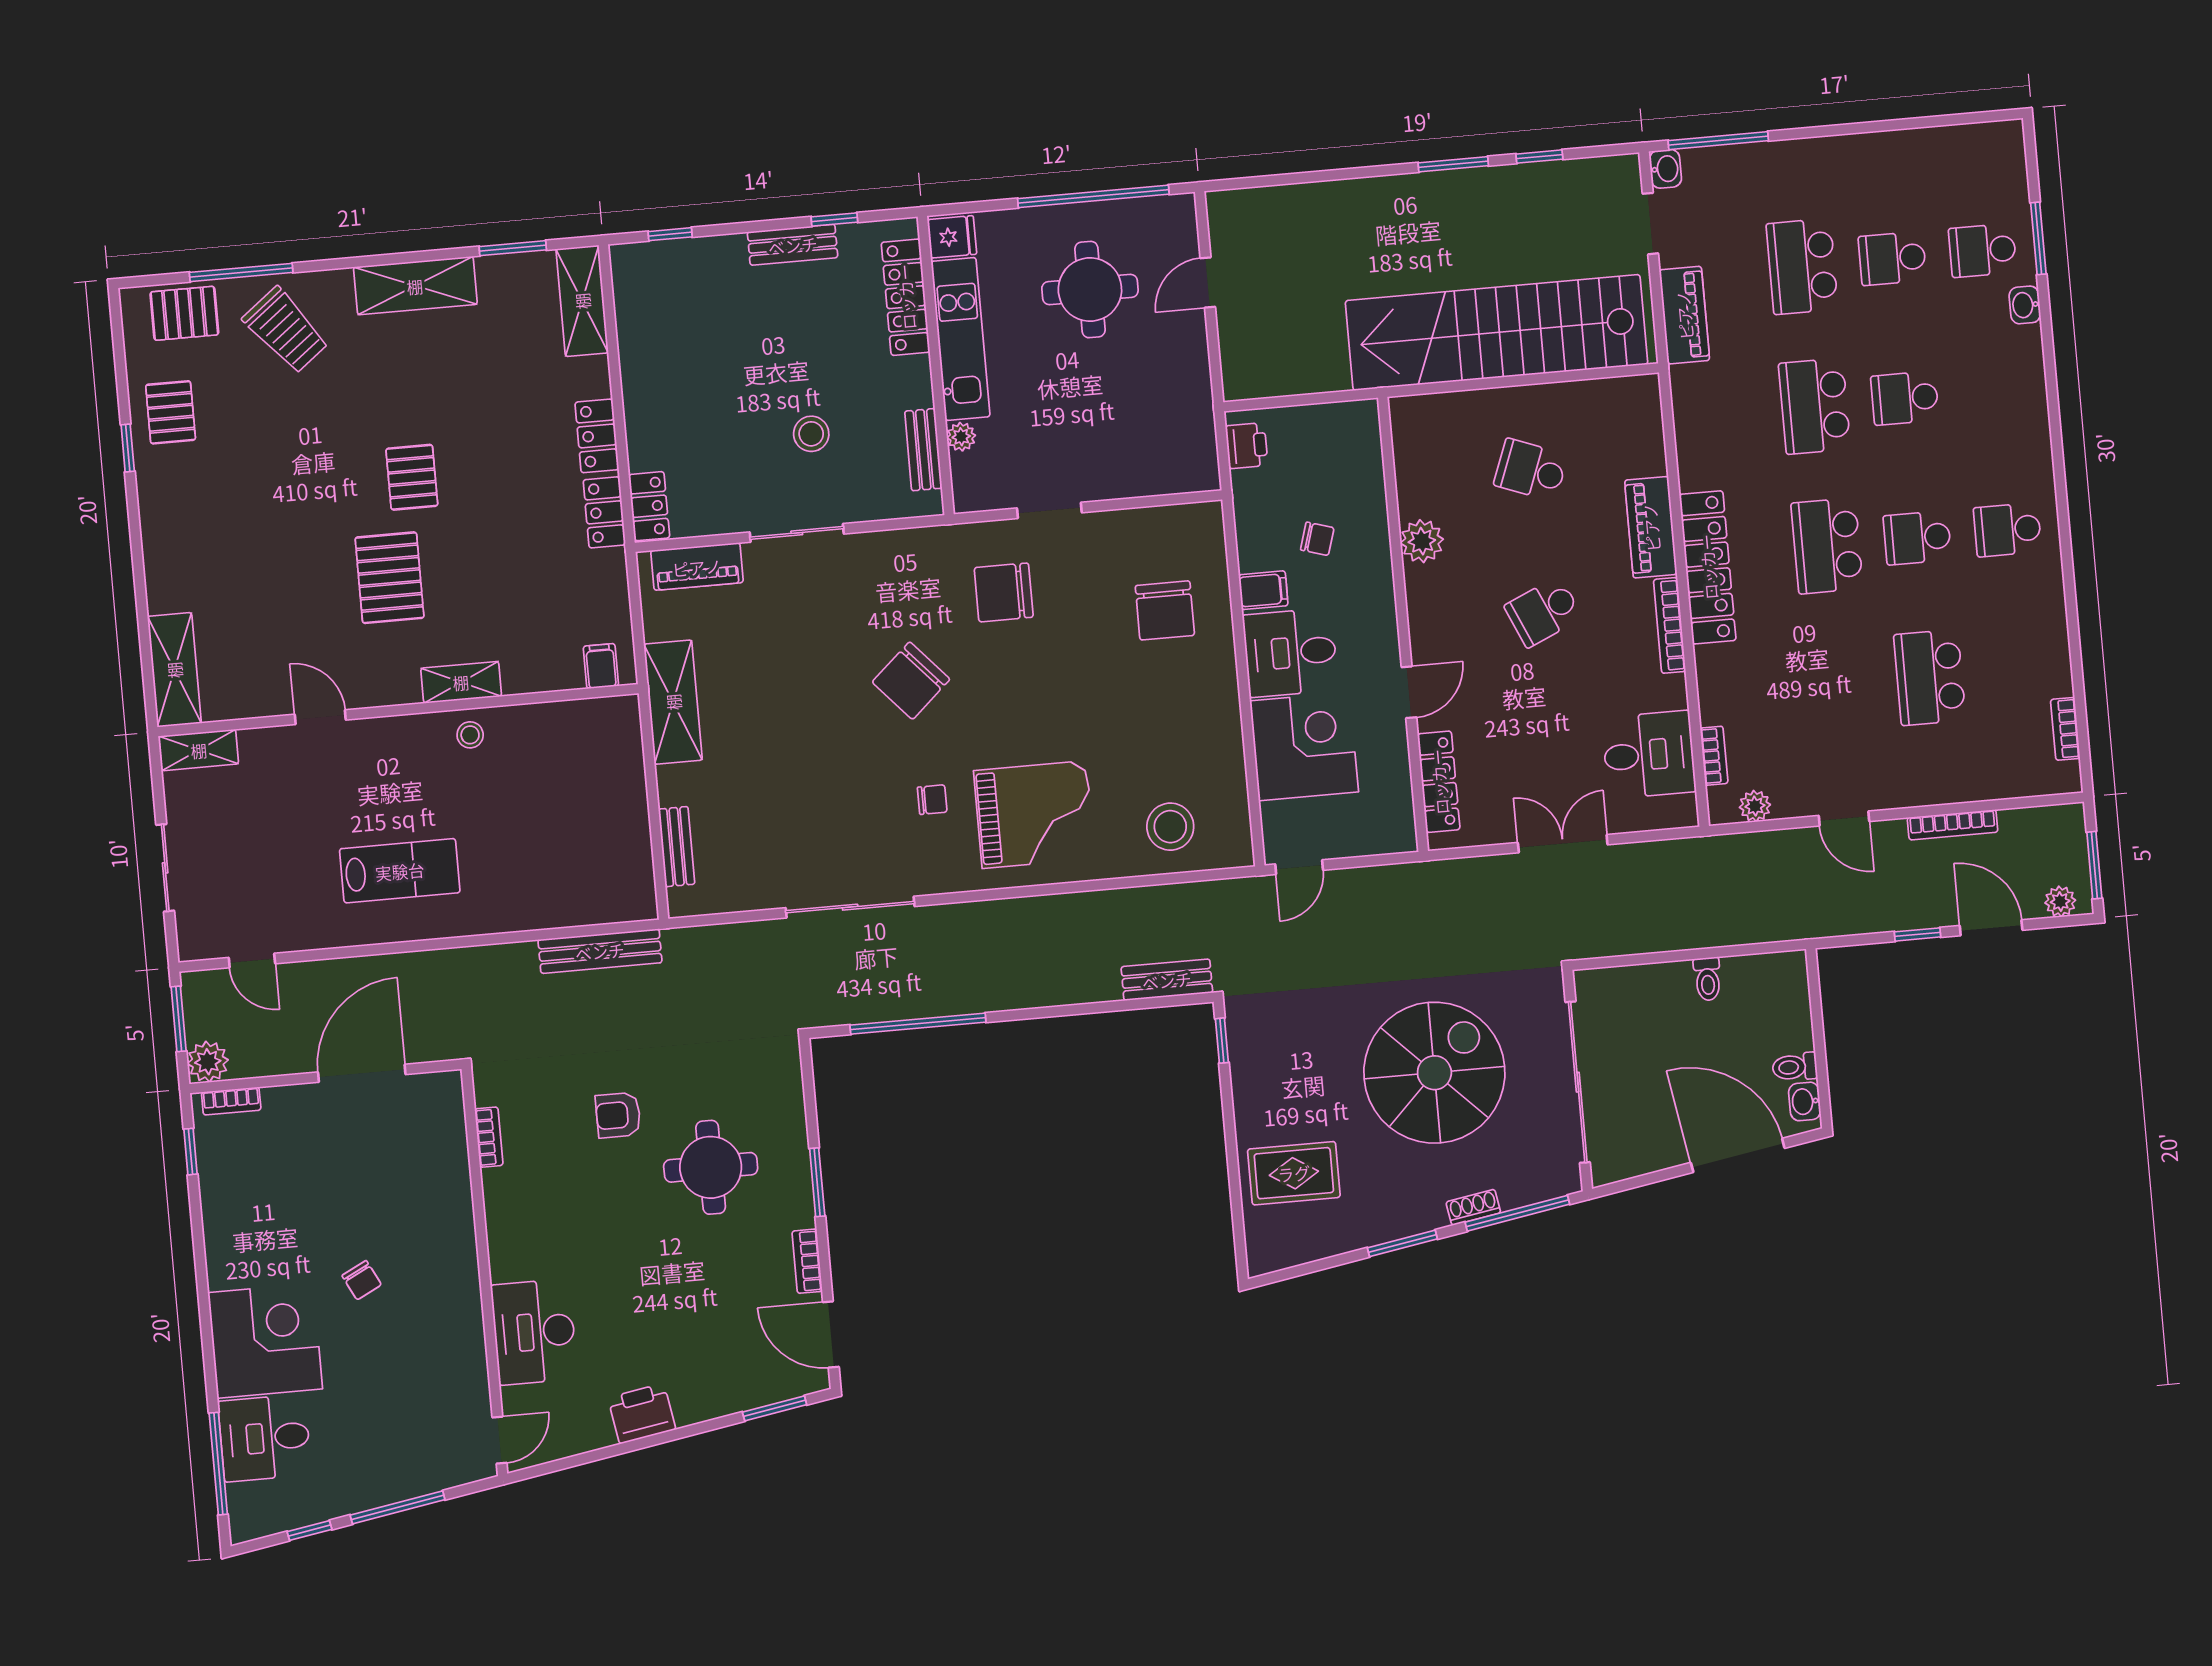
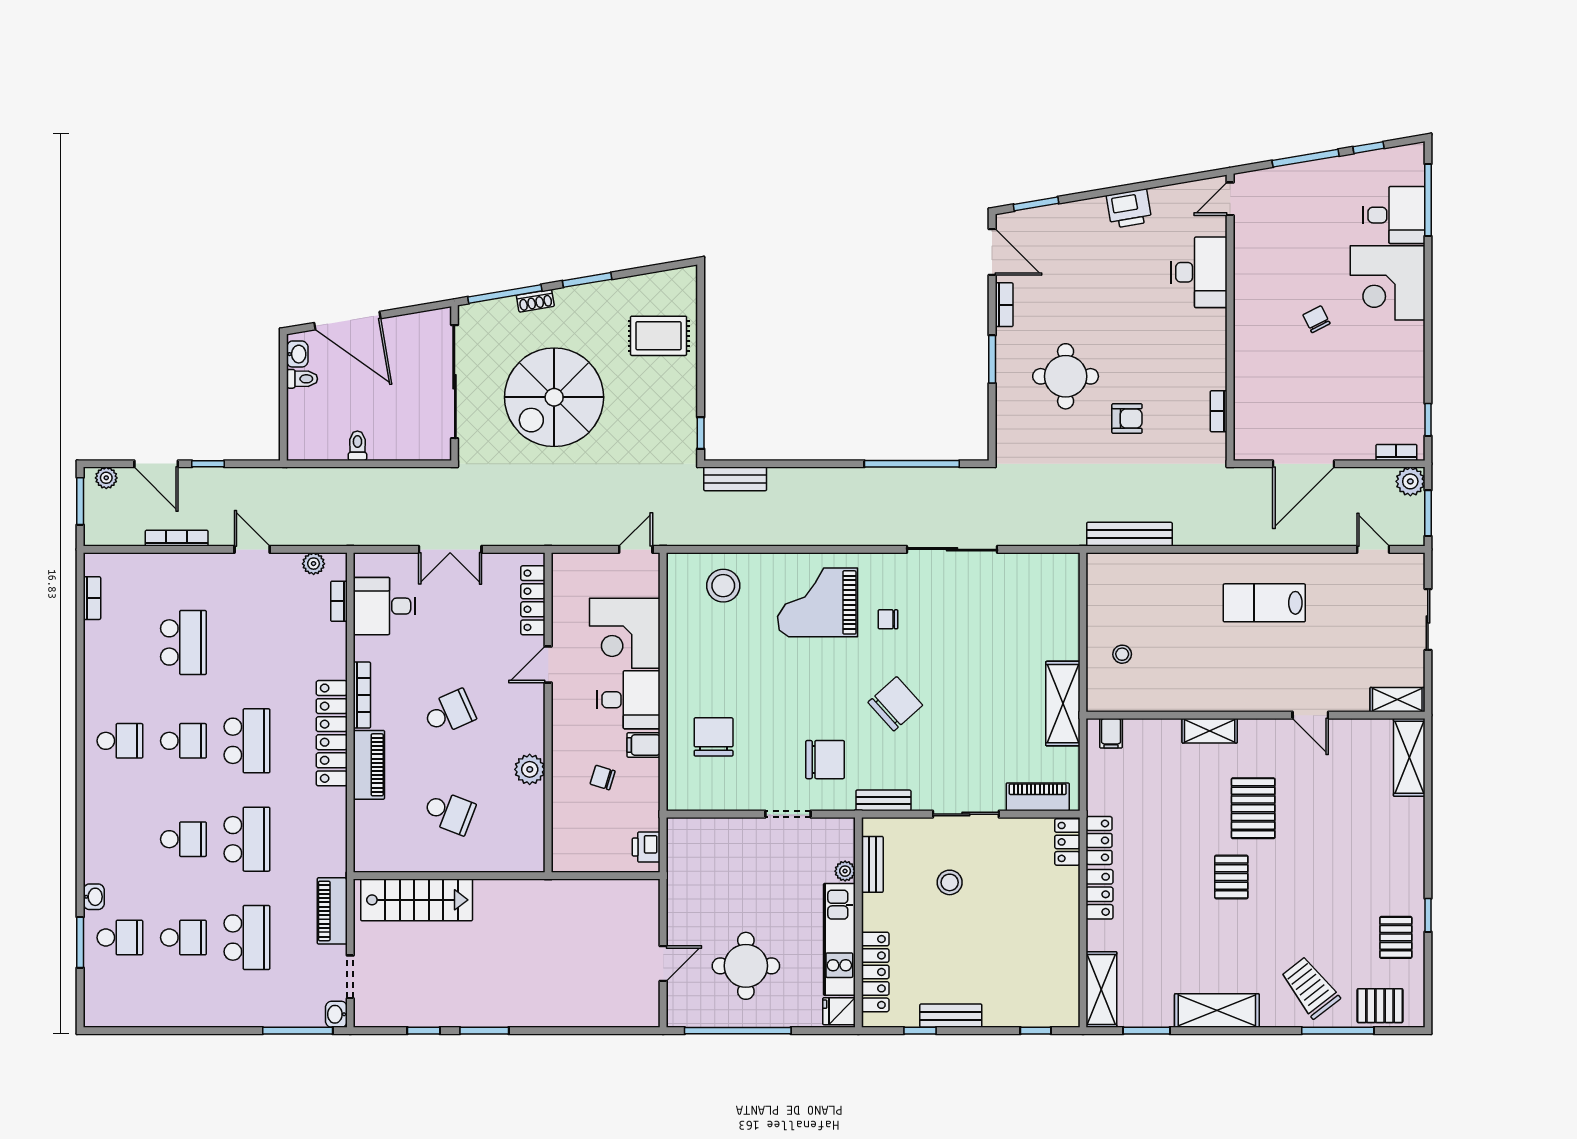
stairs: (1497, 332) -> (417, 900), width x0.54, depth x0.66
stool: (470, 735) -> (1122, 654), moved
bench: (677, 847) -> (883, 800), moved, turned 90

